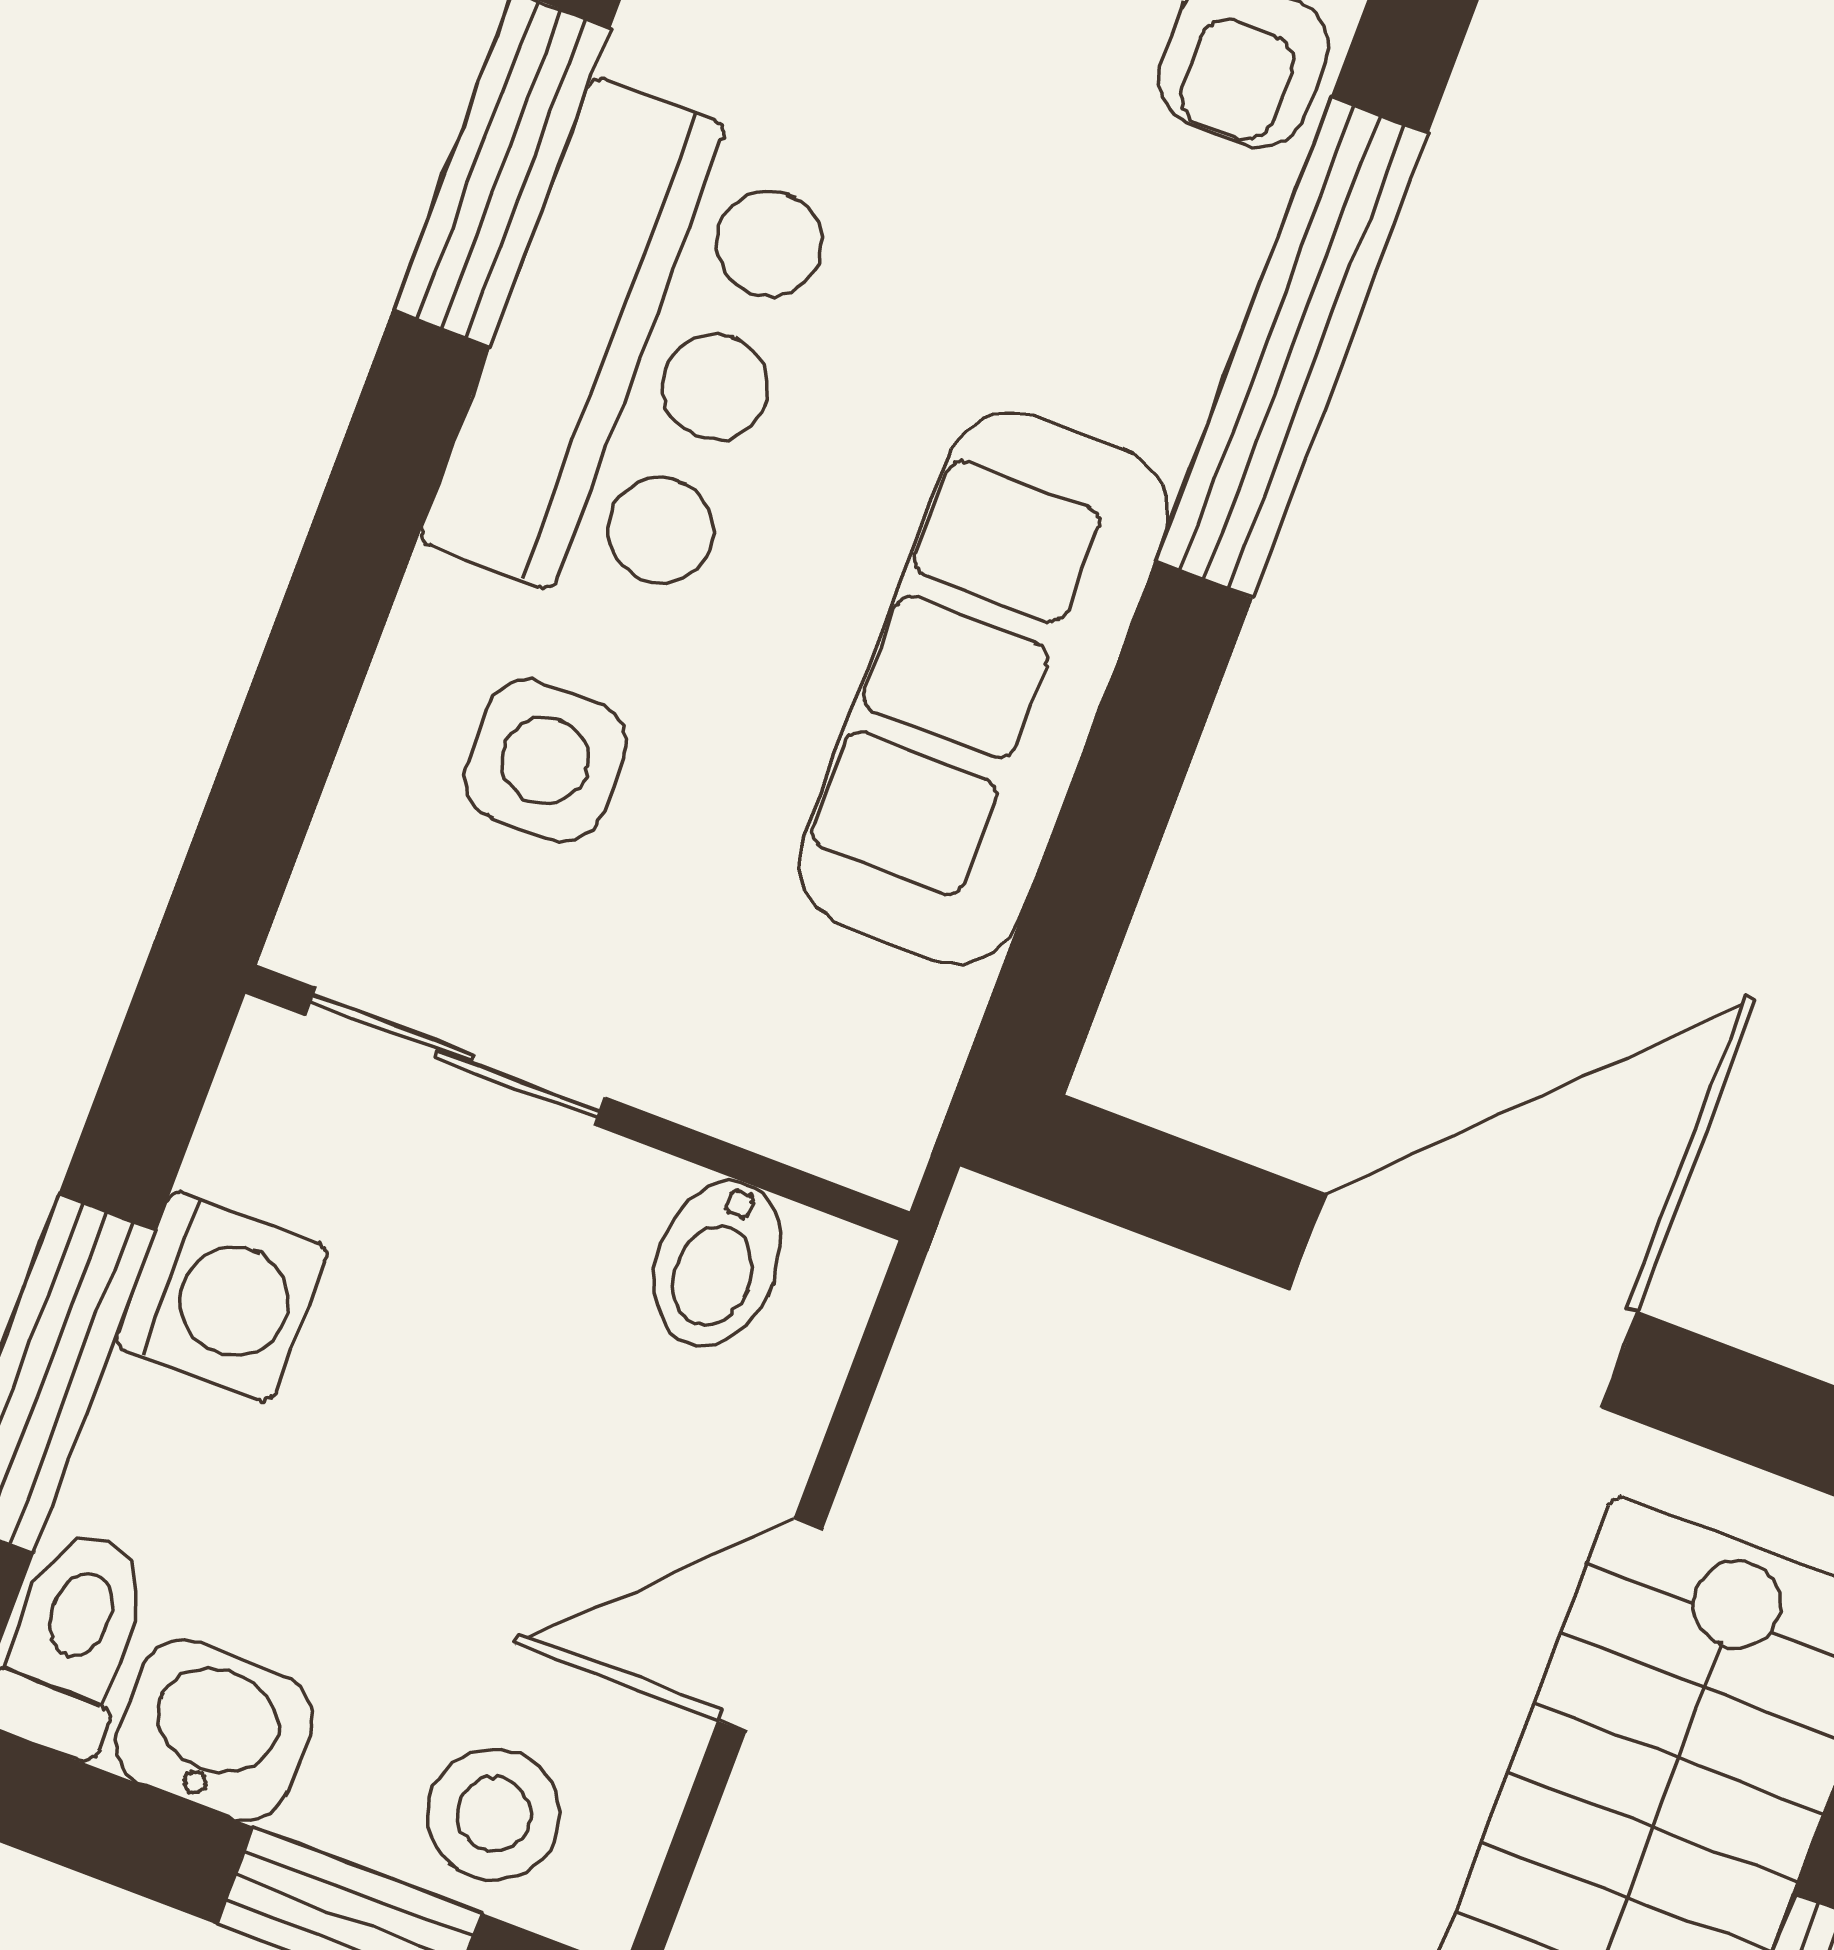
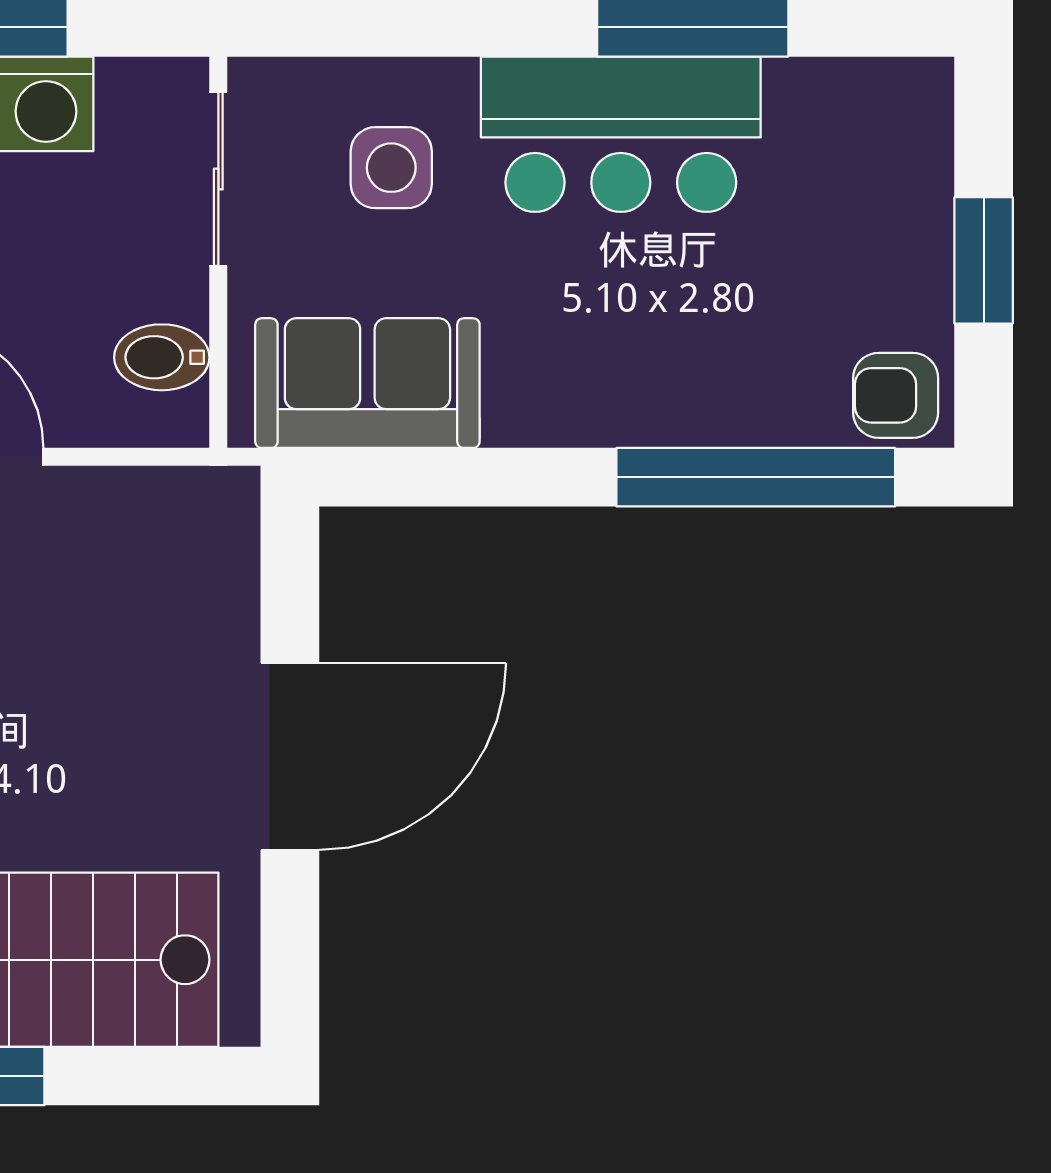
sofa: (984, 688) -> (367, 383), moved, width x0.73
door: (1464, 1301) -> (290, 756), hinge flipped

